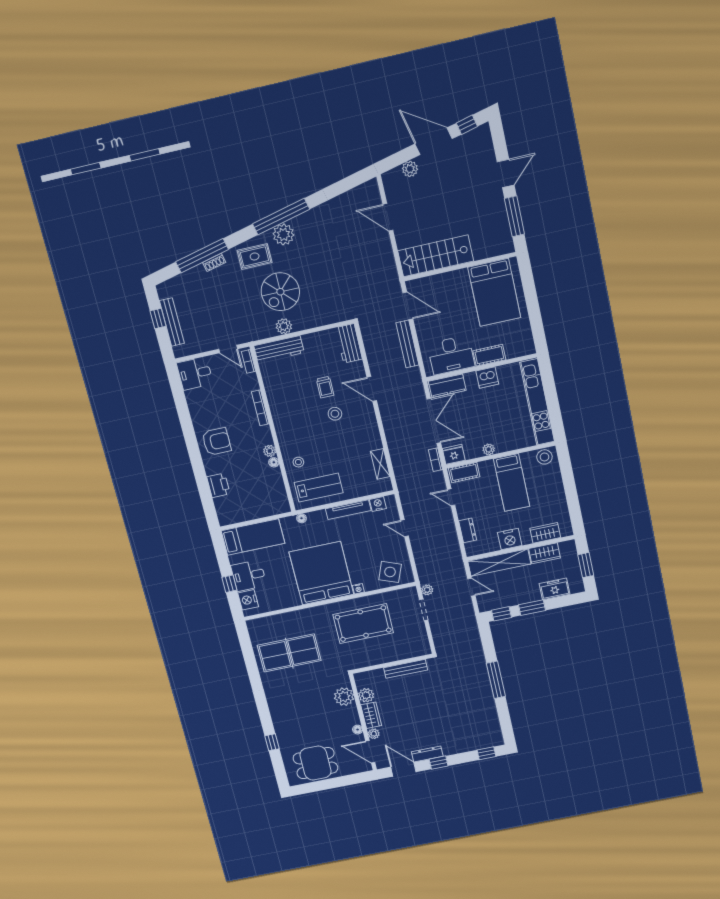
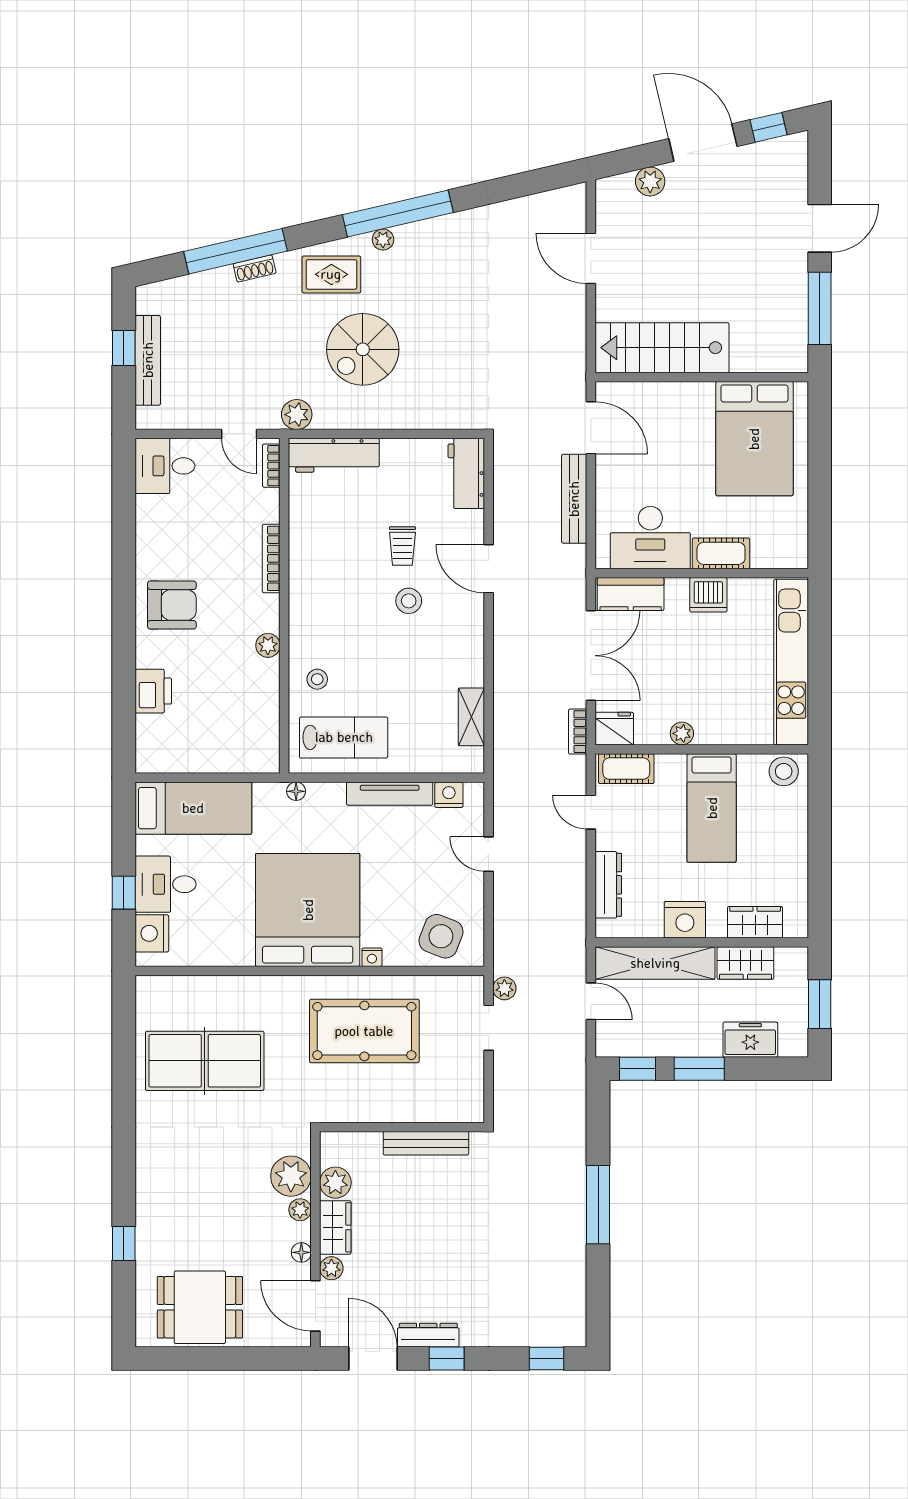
plant: (283, 234) -> (383, 240), width x0.53, depth x0.53
plant: (284, 326) -> (297, 415), moved
floor lamp: (274, 462) -> (270, 669), removed
dresser: (468, 530) -> (608, 885), width x1.44
plant: (352, 711) -> (300, 1210), added

